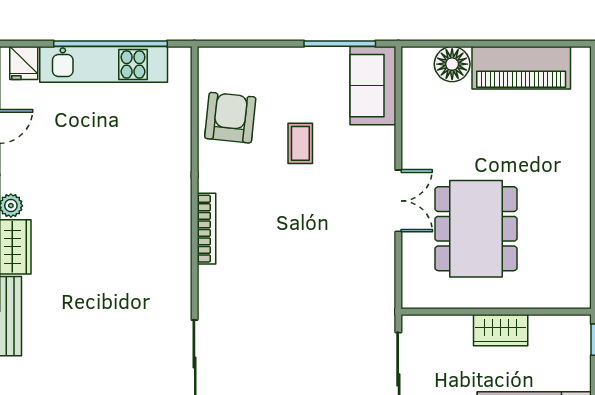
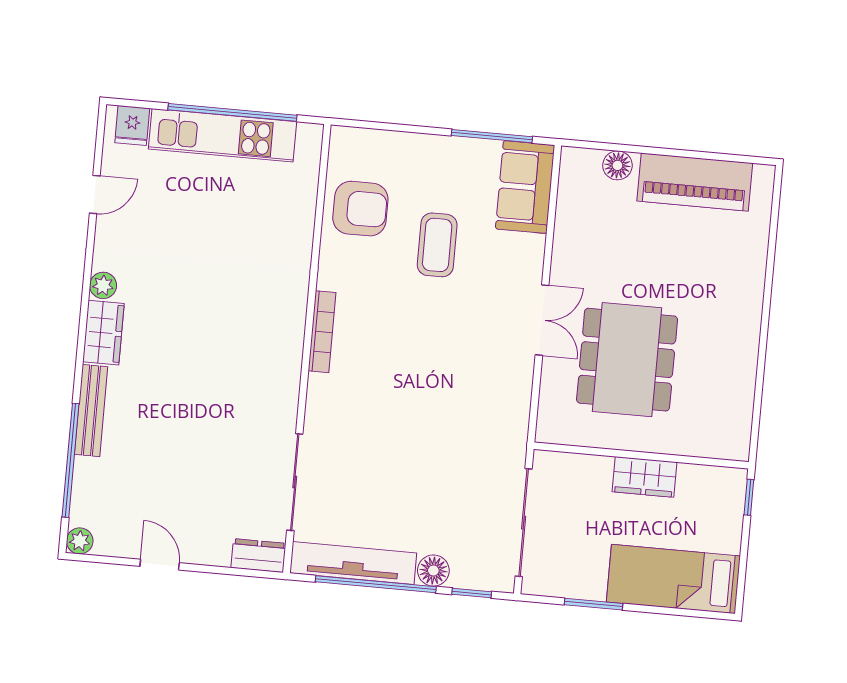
floor lamp: (452, 64) -> (617, 165), width x0.73, depth x0.73
armchair: (230, 118) -> (360, 209), turned 84
coffee table: (300, 143) -> (437, 245), width x1.36, depth x1.30

